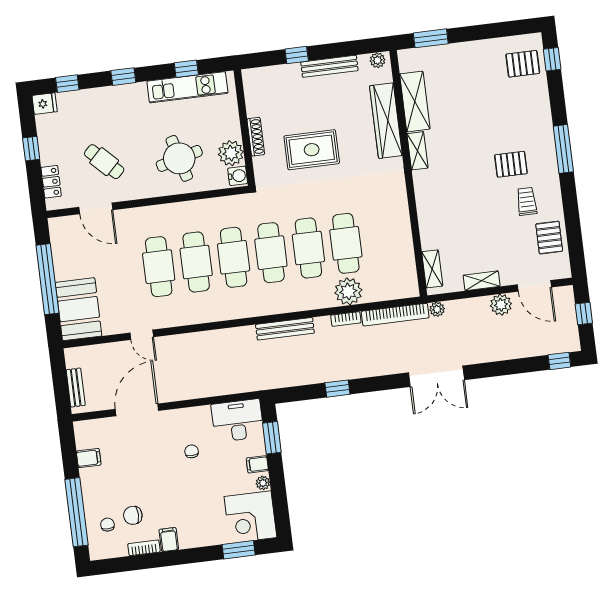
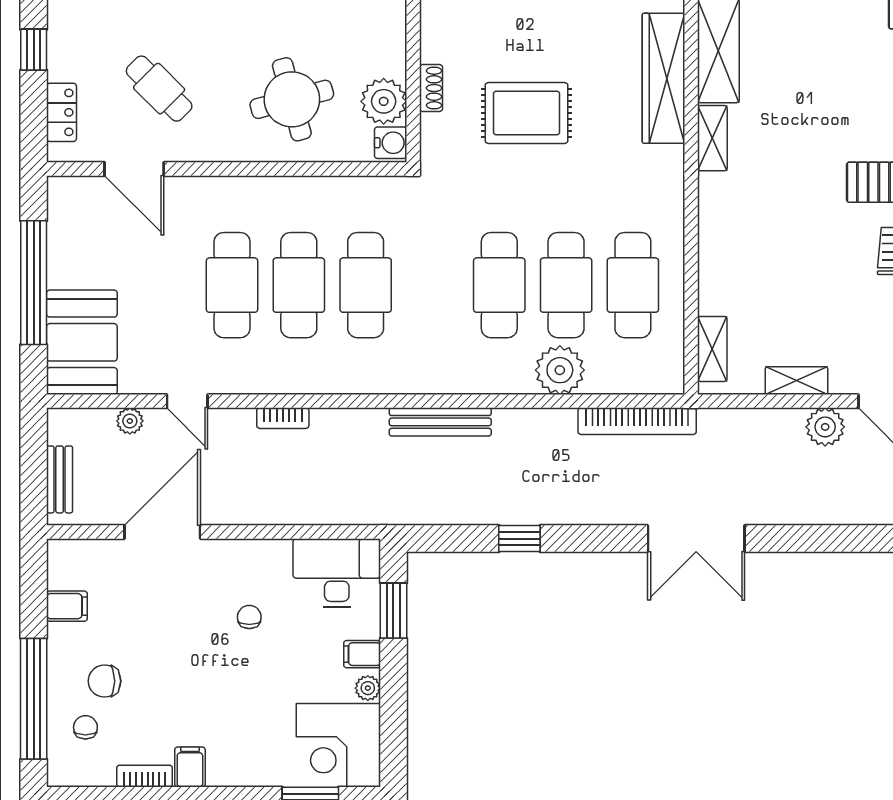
shoe rack: (256, 137) -> (431, 88), width x0.70
cafe table: (271, 253) -> (633, 285), moved
plant: (437, 309) -> (130, 421), moved
bookcase: (346, 319) -> (283, 418), moved
chair: (133, 515) -> (105, 681), moved

